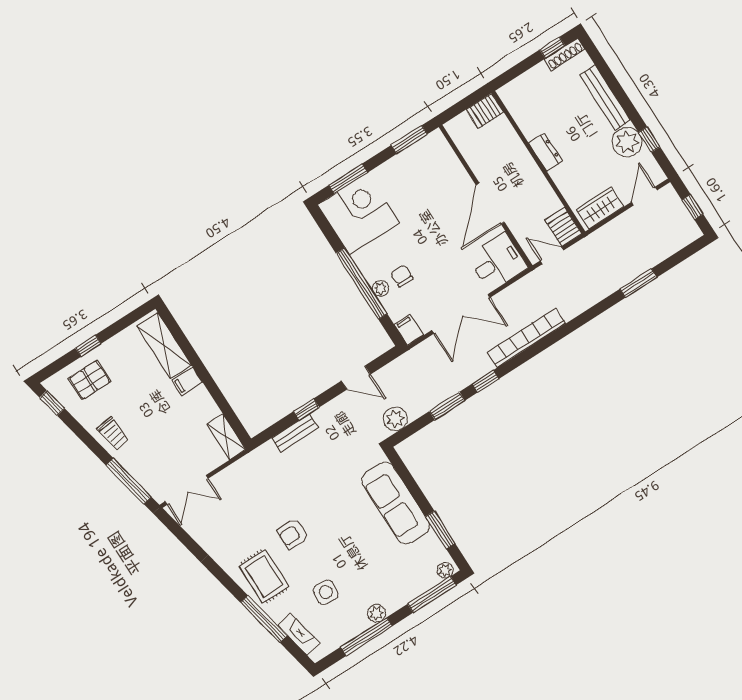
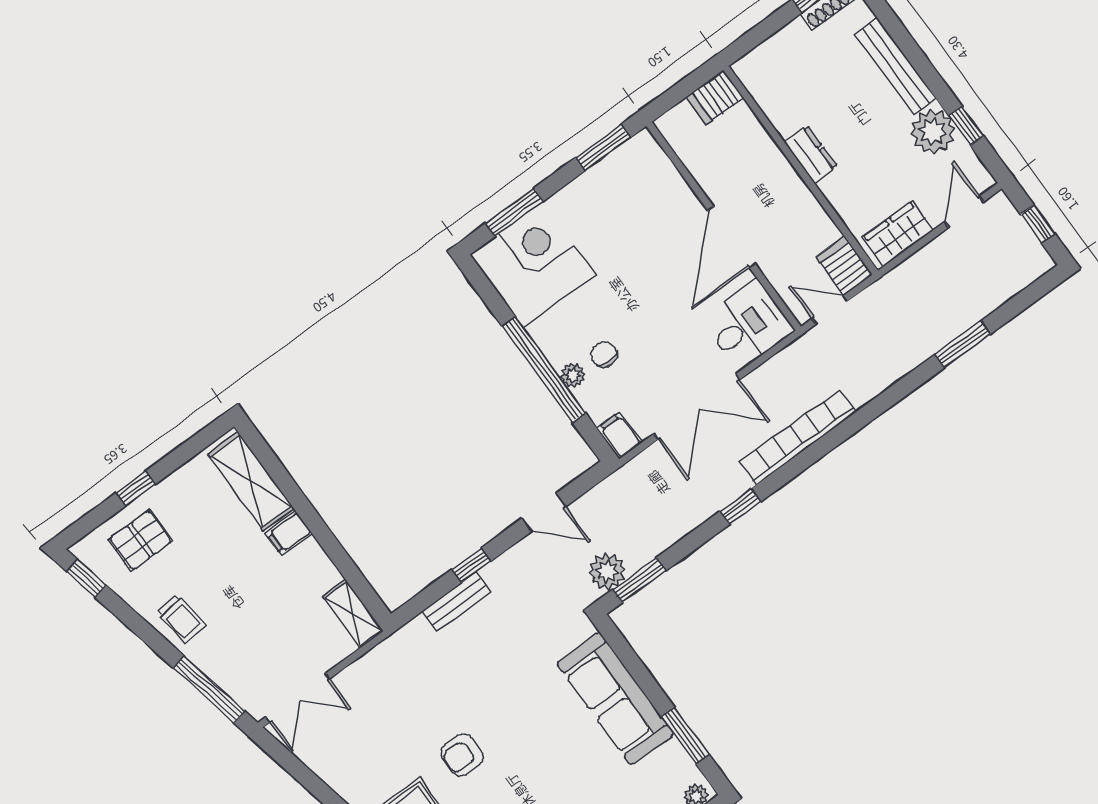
window: (447, 406) -> (639, 580), moved

